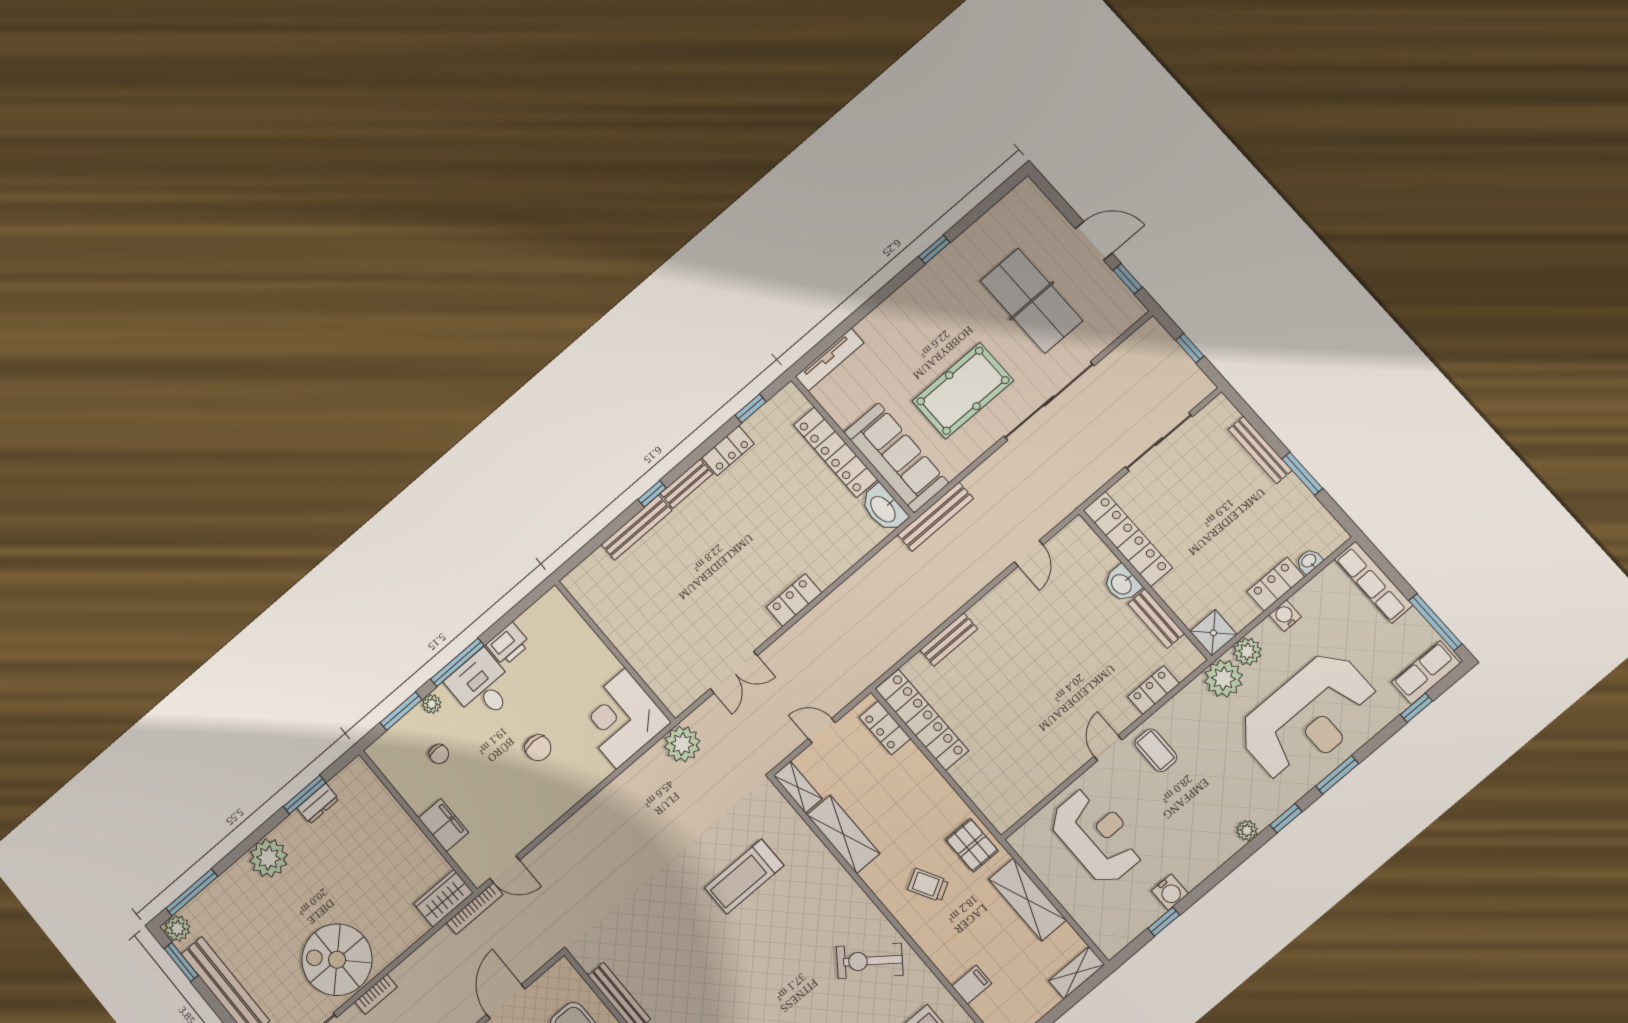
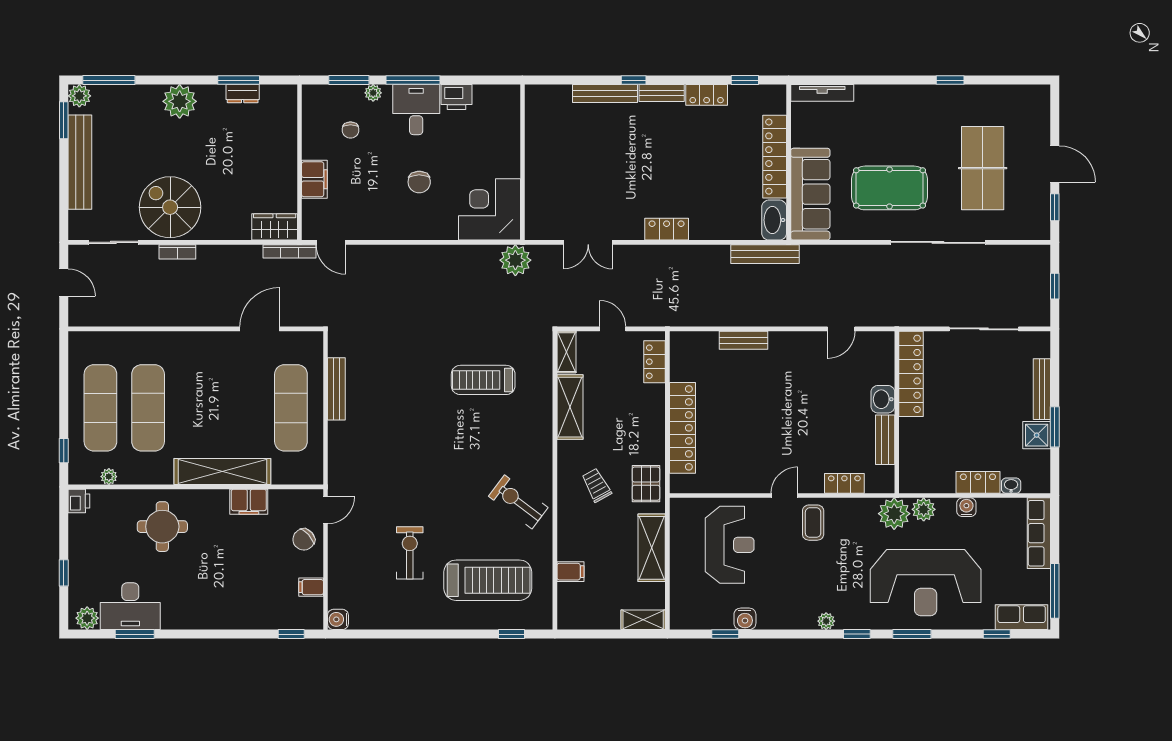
bench: (935, 517) -> (765, 254), moved
shower: (1213, 633) -> (1037, 435), moved
locker: (922, 720) -> (682, 428), moved

